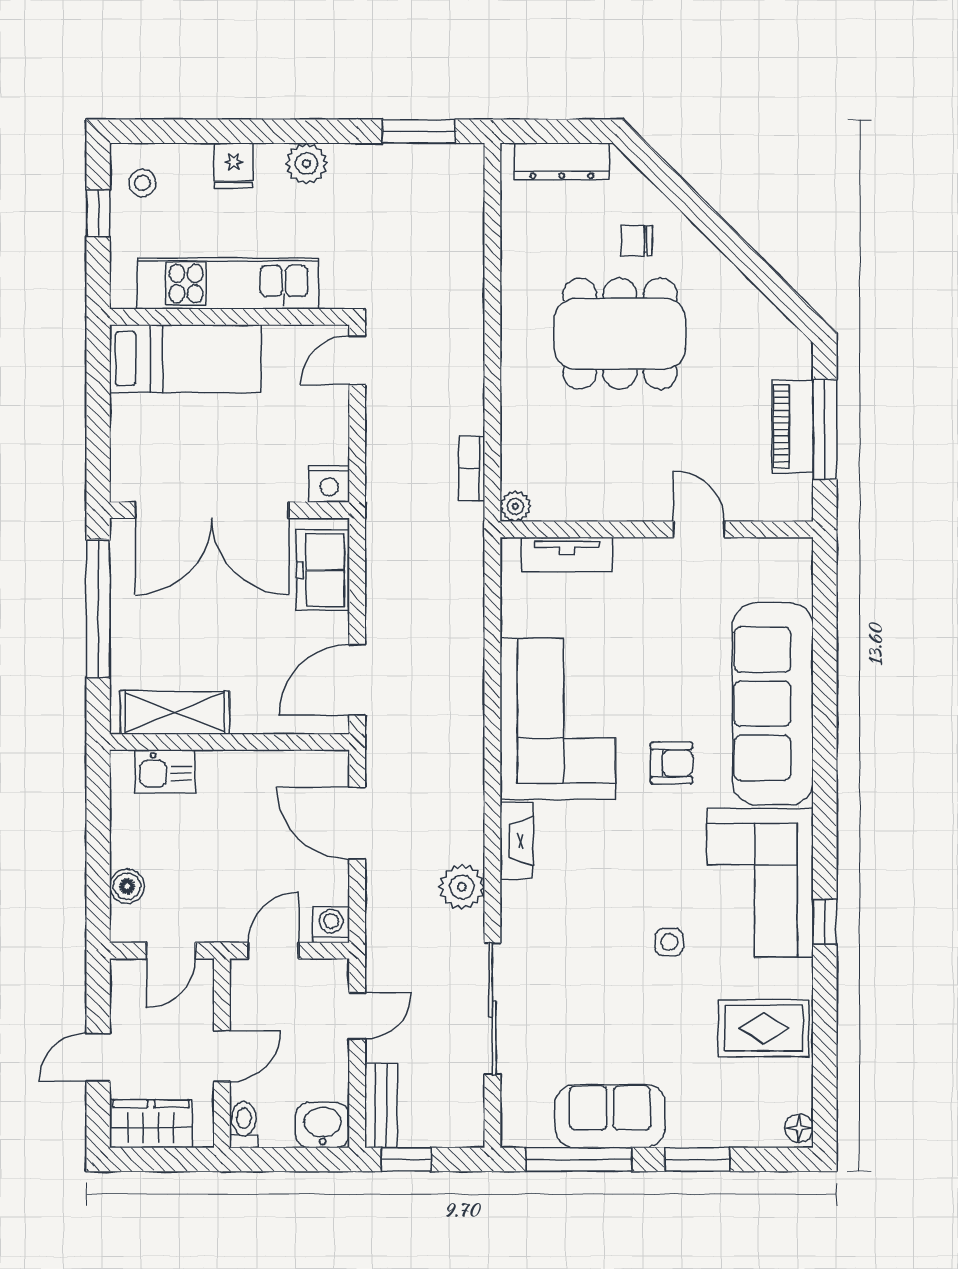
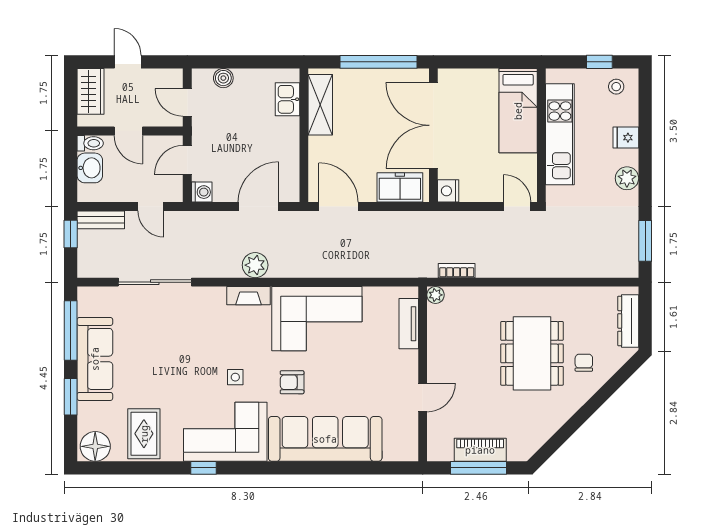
armchair: (672, 763) -> (292, 382), turned 90
plant: (462, 887) -> (255, 265), moved
side table: (669, 942) -> (235, 377), moved
door: (273, 951) -> (187, 160), swing flipped
sofa: (610, 1116) -> (95, 359), width x1.36
washbasin: (323, 1125) -> (90, 168), moved
floor lamp: (799, 1128) -> (95, 446), width x1.89, depth x1.89

